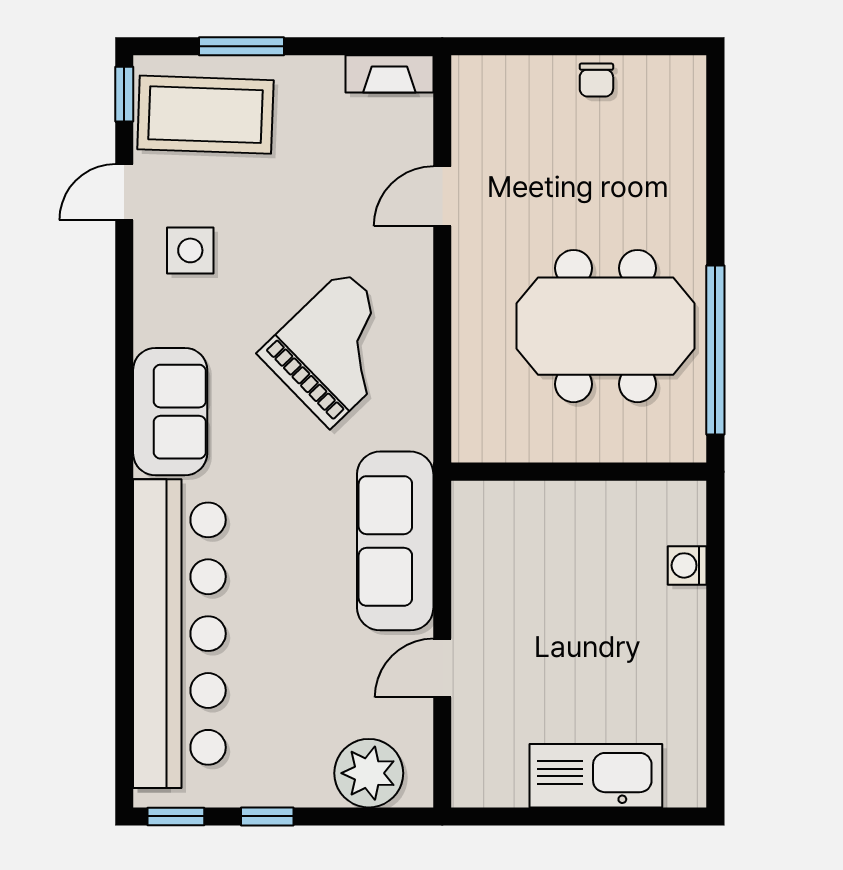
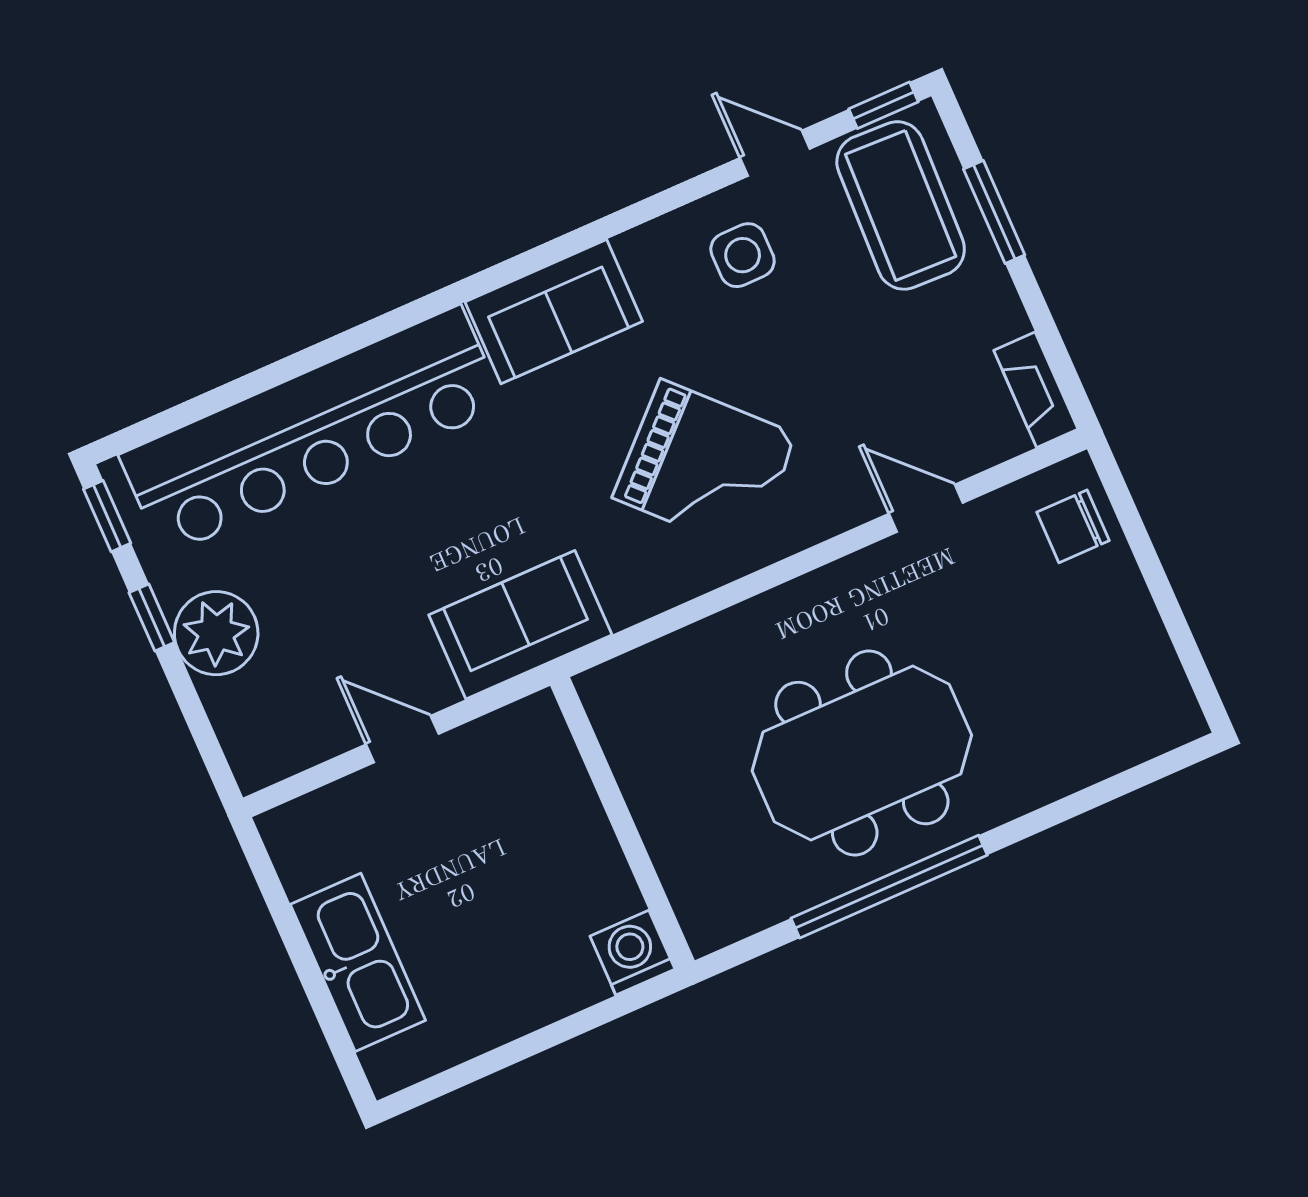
chair: (596, 80) -> (1073, 526), moved, width x1.37, depth x1.37
meeting table: (606, 326) -> (862, 753), turned 90
wall: (579, 472) -> (622, 823), moved
sofa: (395, 541) -> (520, 625), width x0.73
washing machine: (687, 565) -> (632, 953), width x1.38, depth x1.38
plant: (369, 773) -> (216, 633), moved

